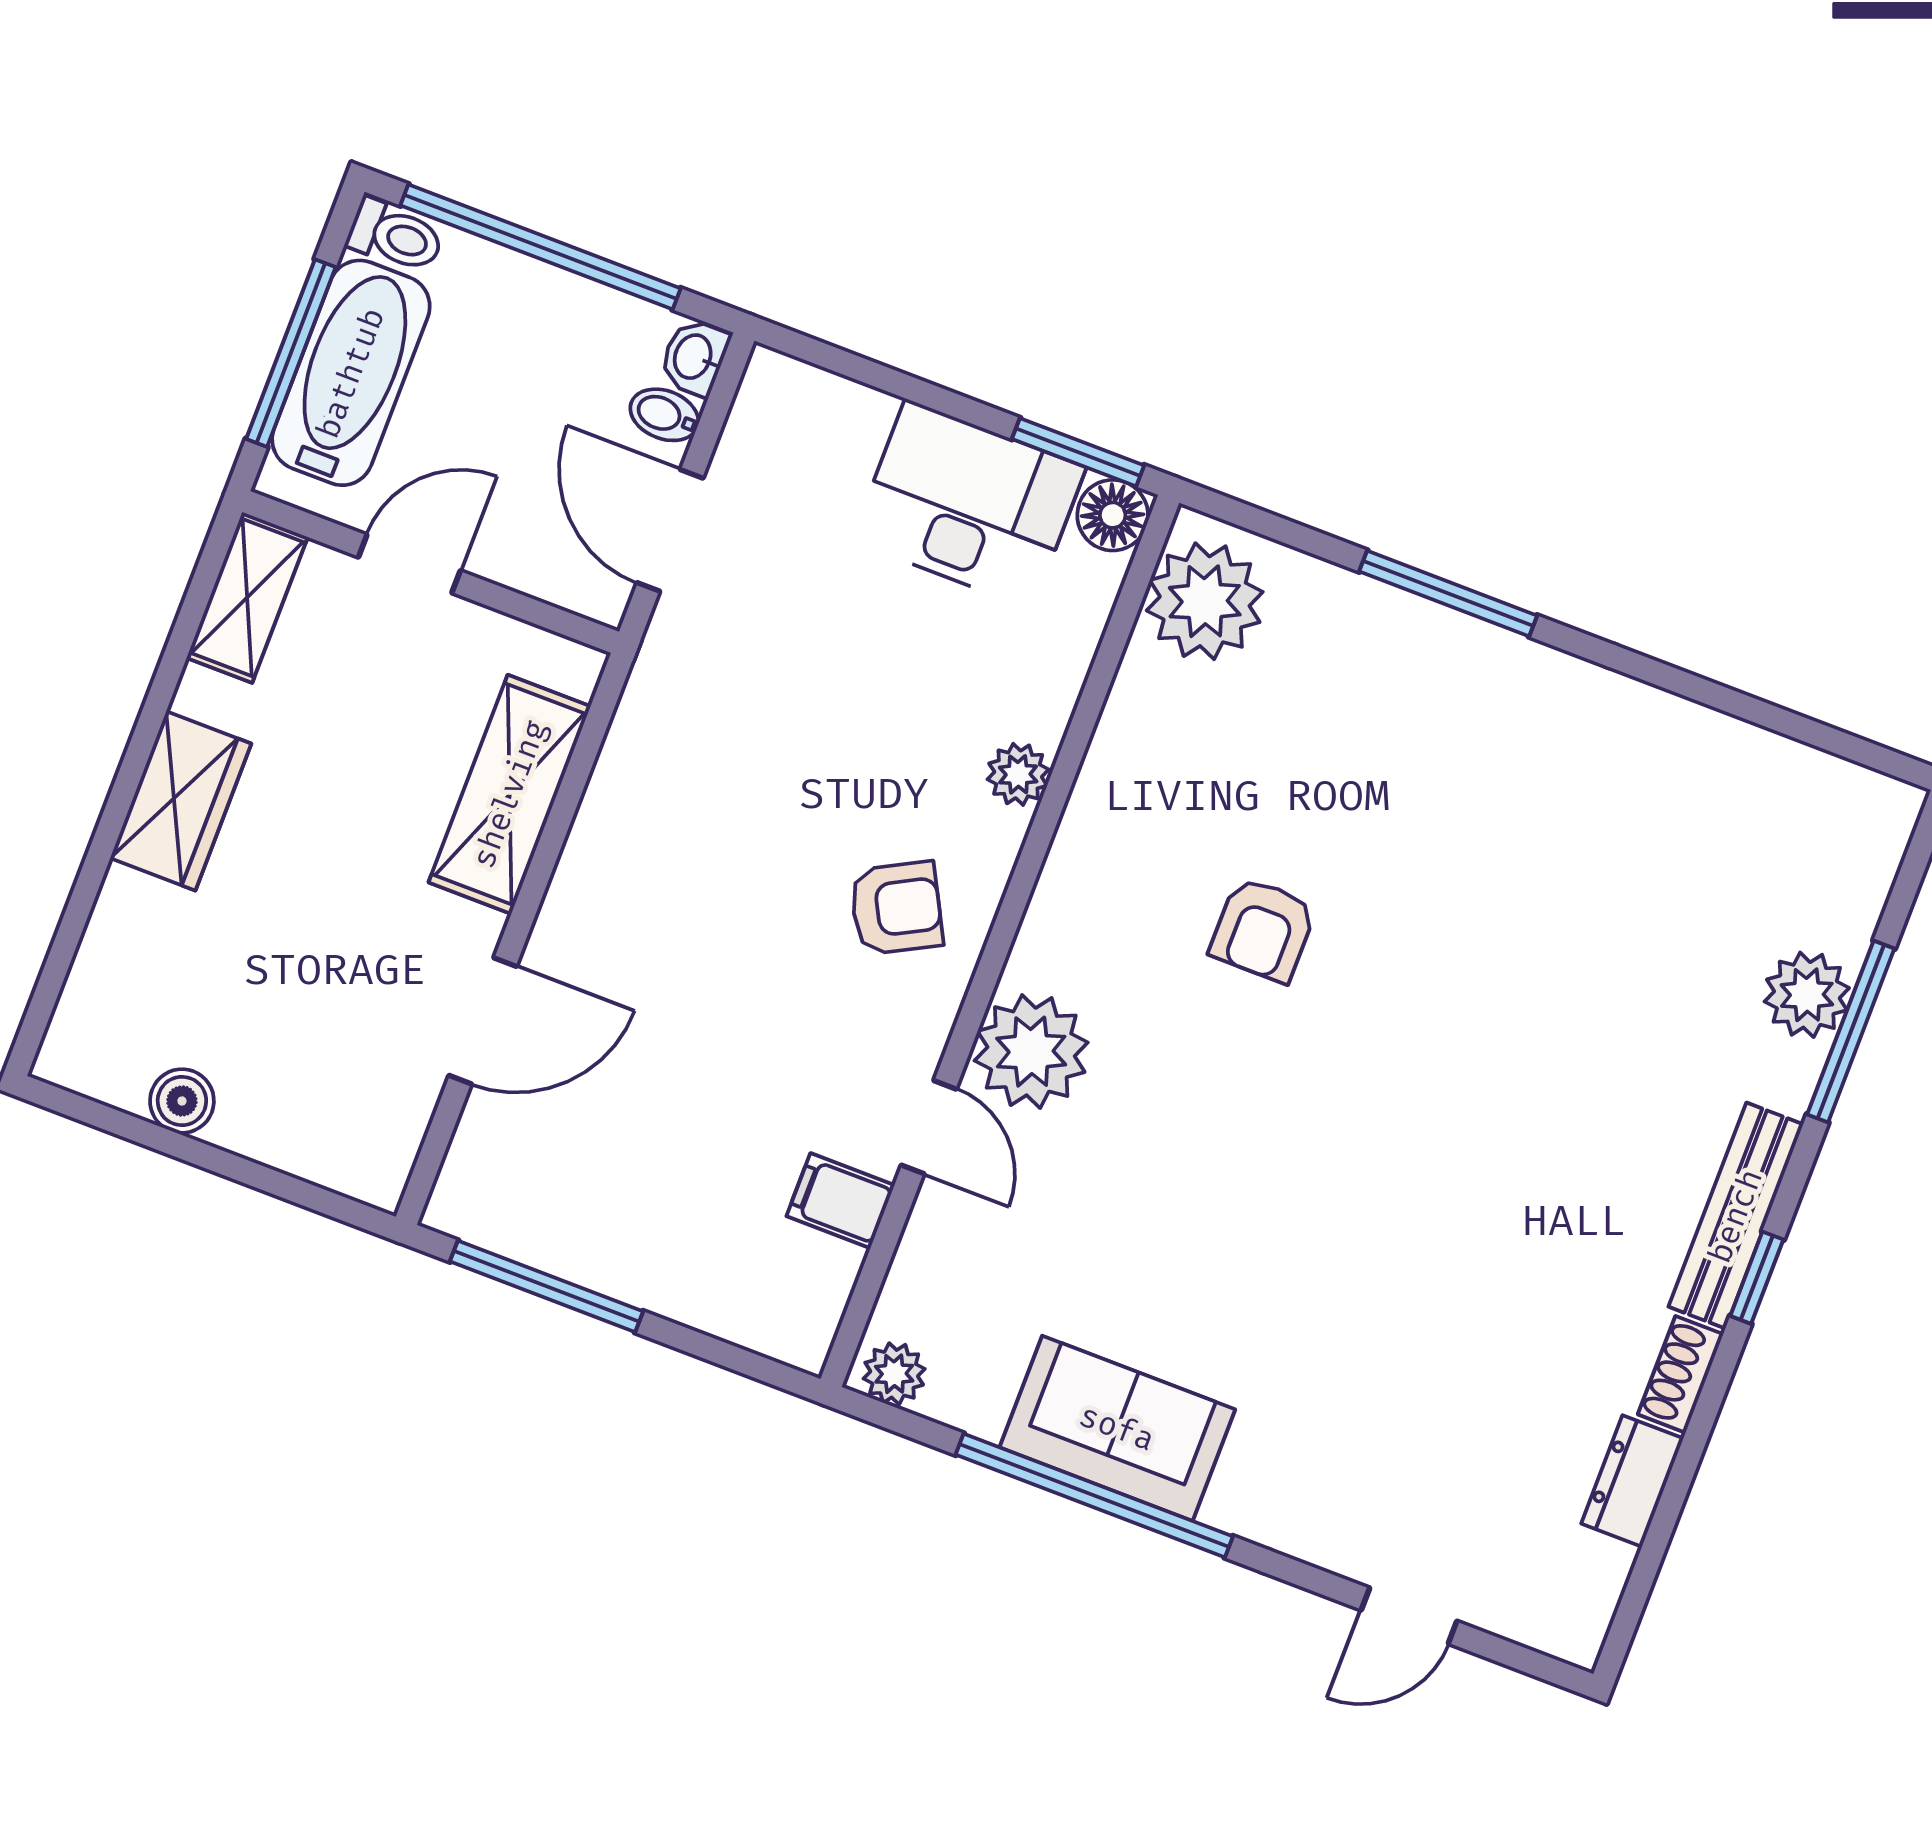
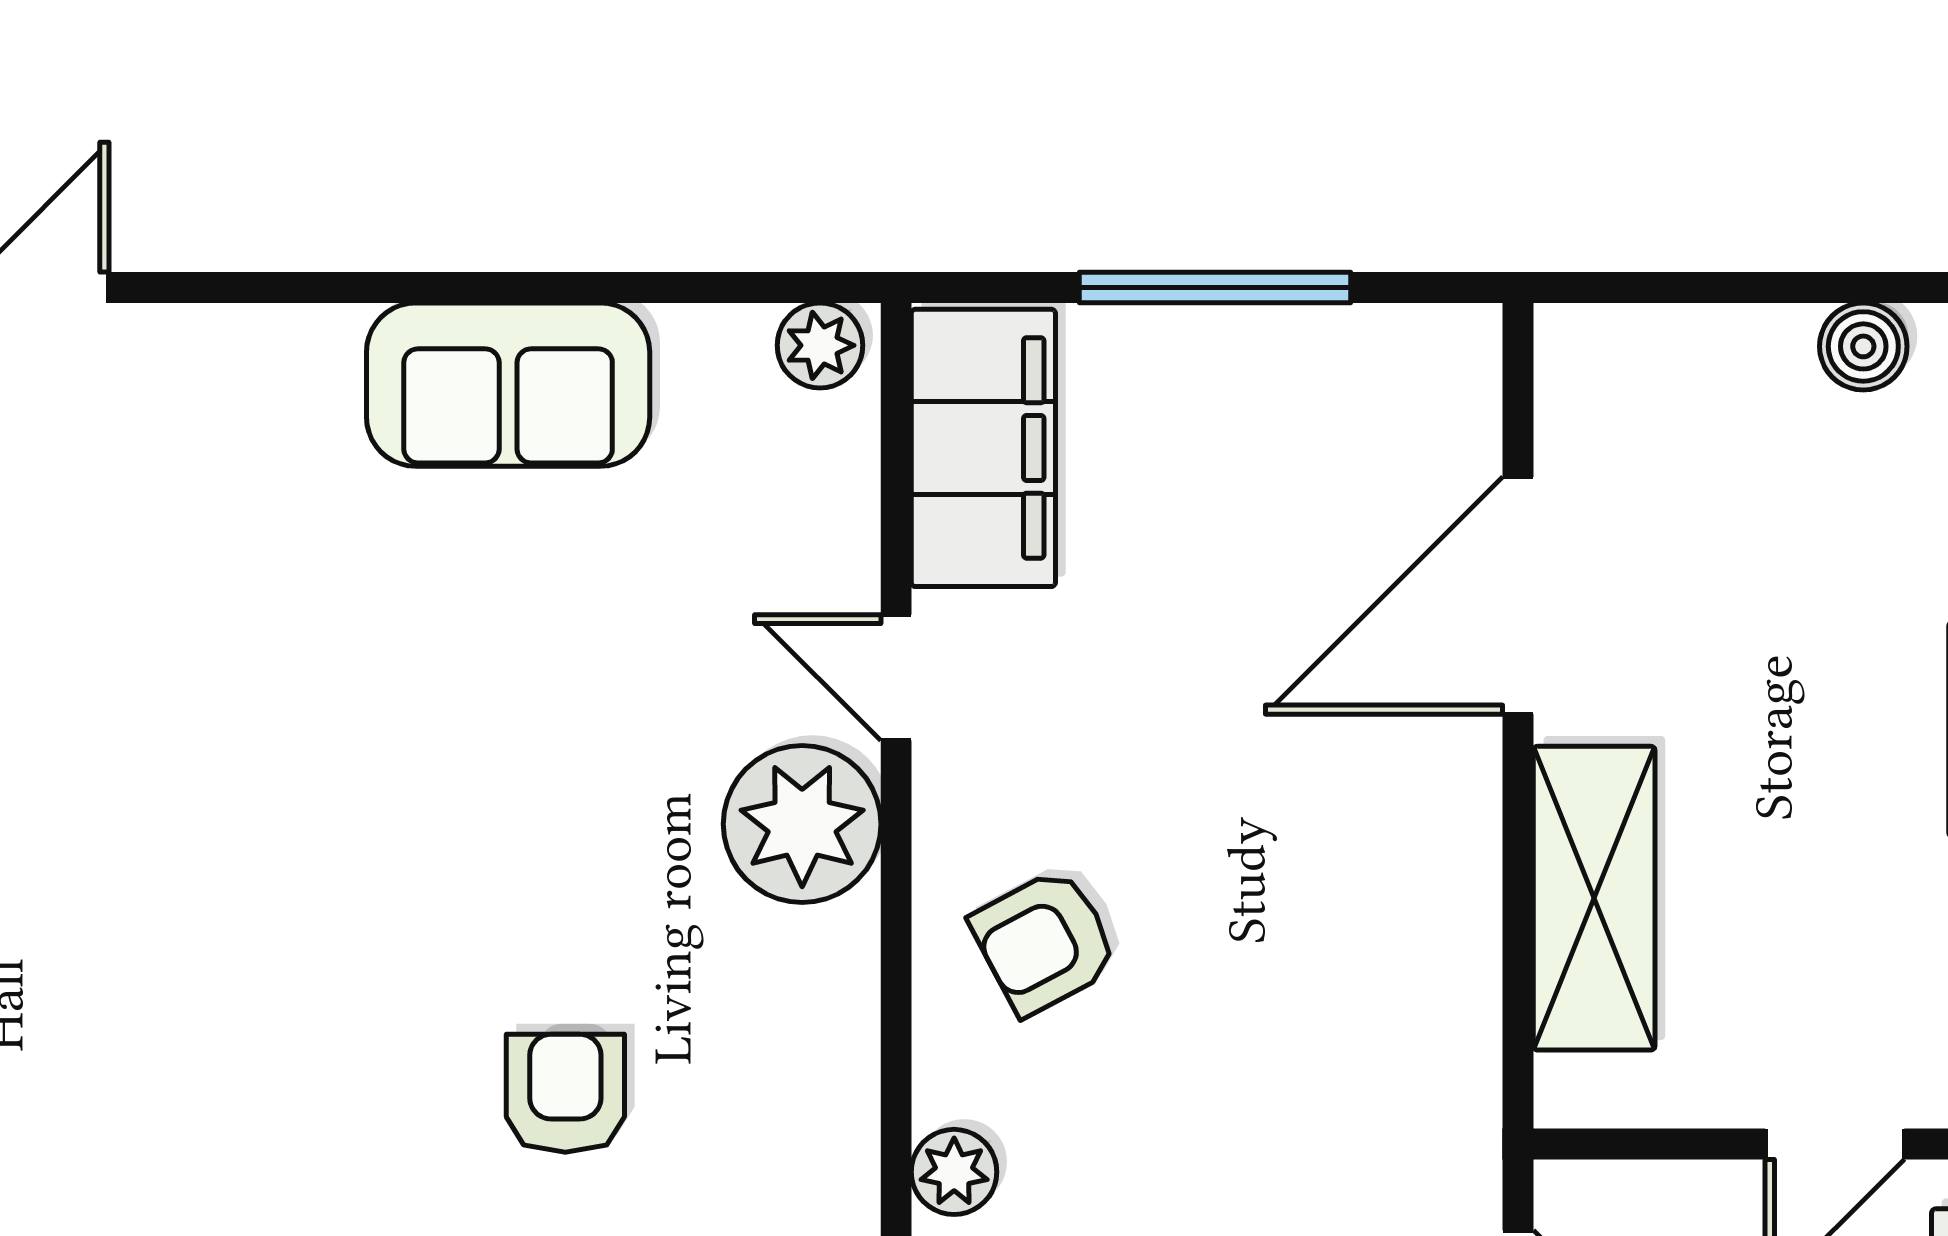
door: (483, 1021) -> (1518, 596), width x1.36
filing cabinet: (840, 1201) -> (983, 448), width x3.00, depth x1.17
window: (547, 1286) -> (1215, 287), moved
window: (1094, 1495) -> (505, 287), removed

